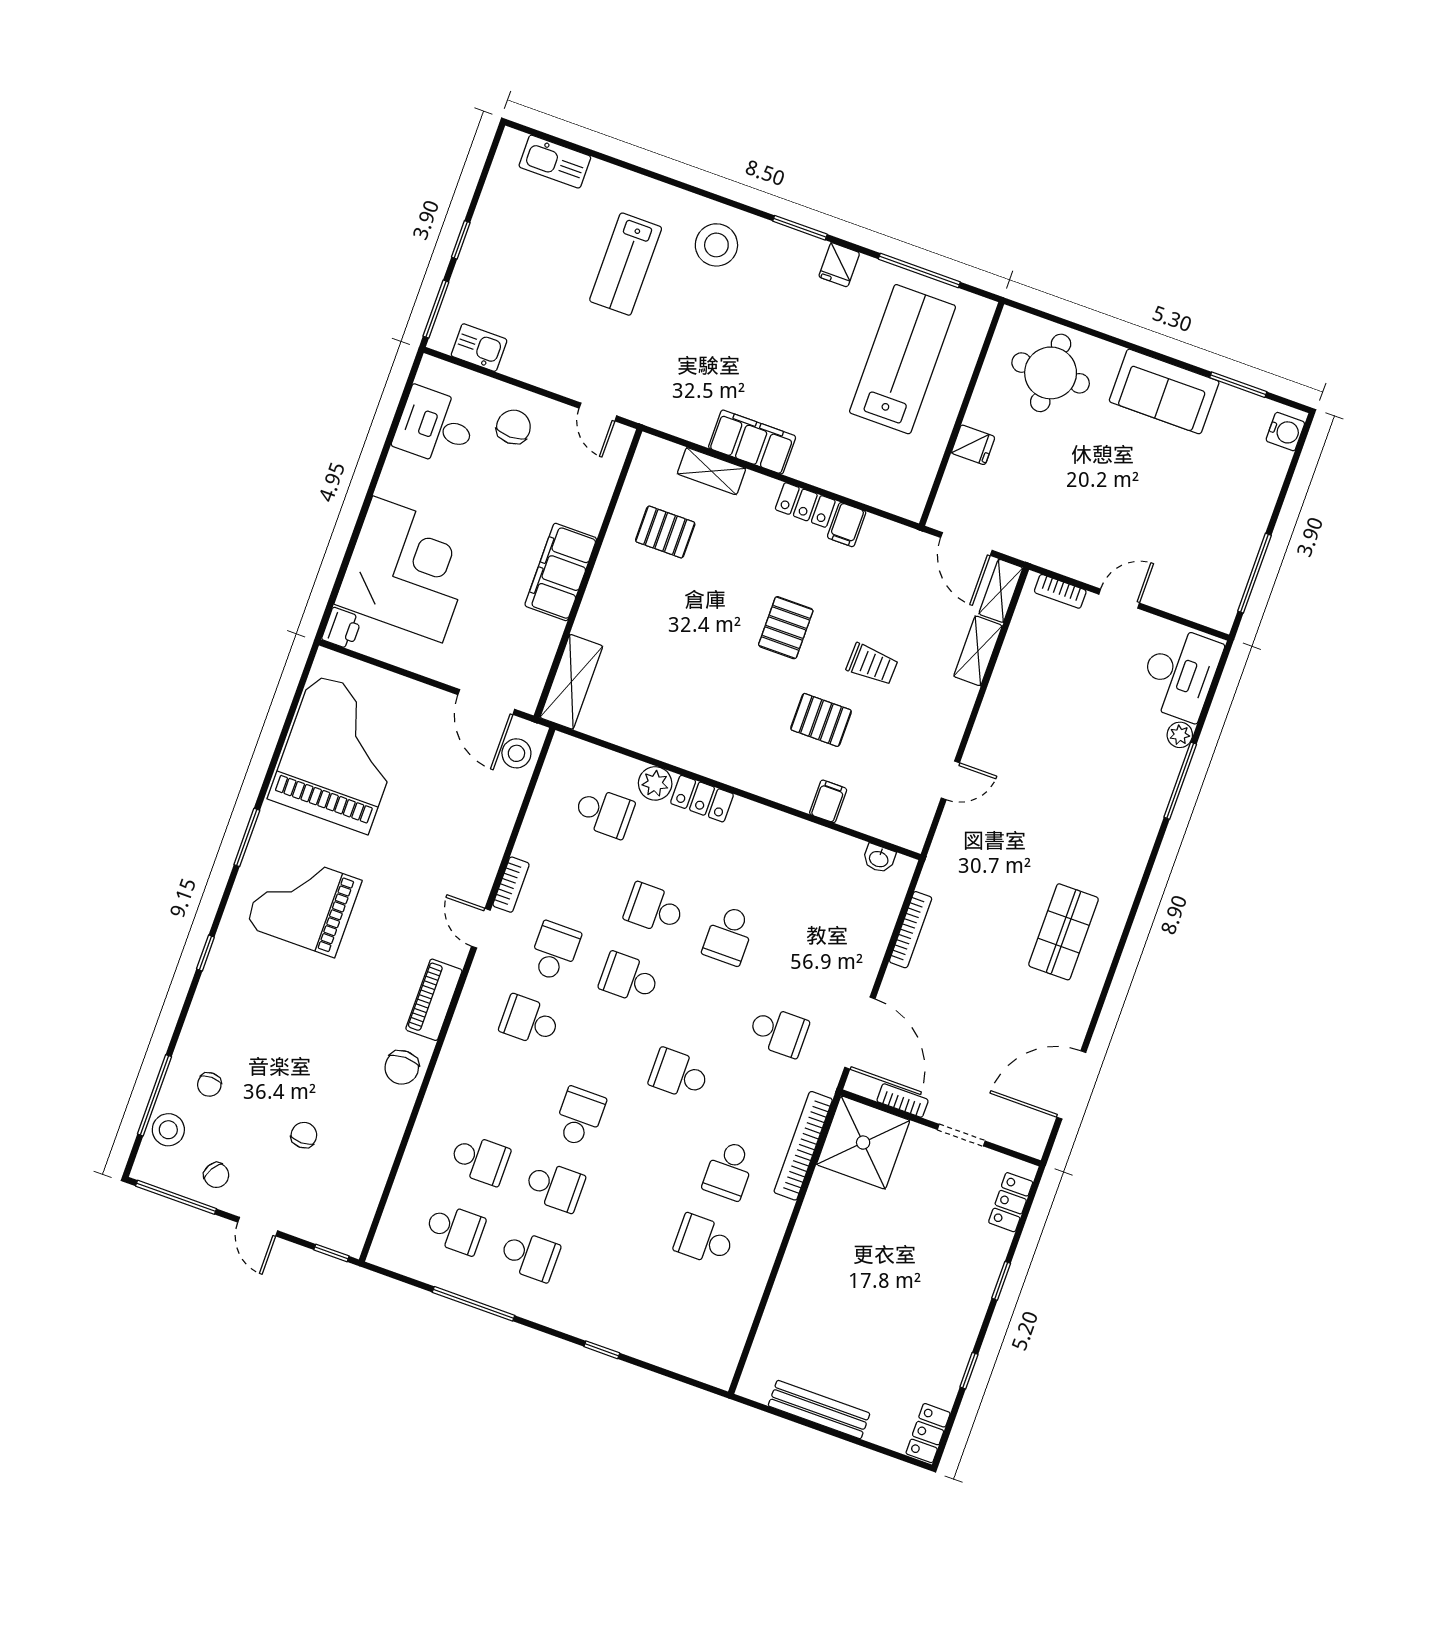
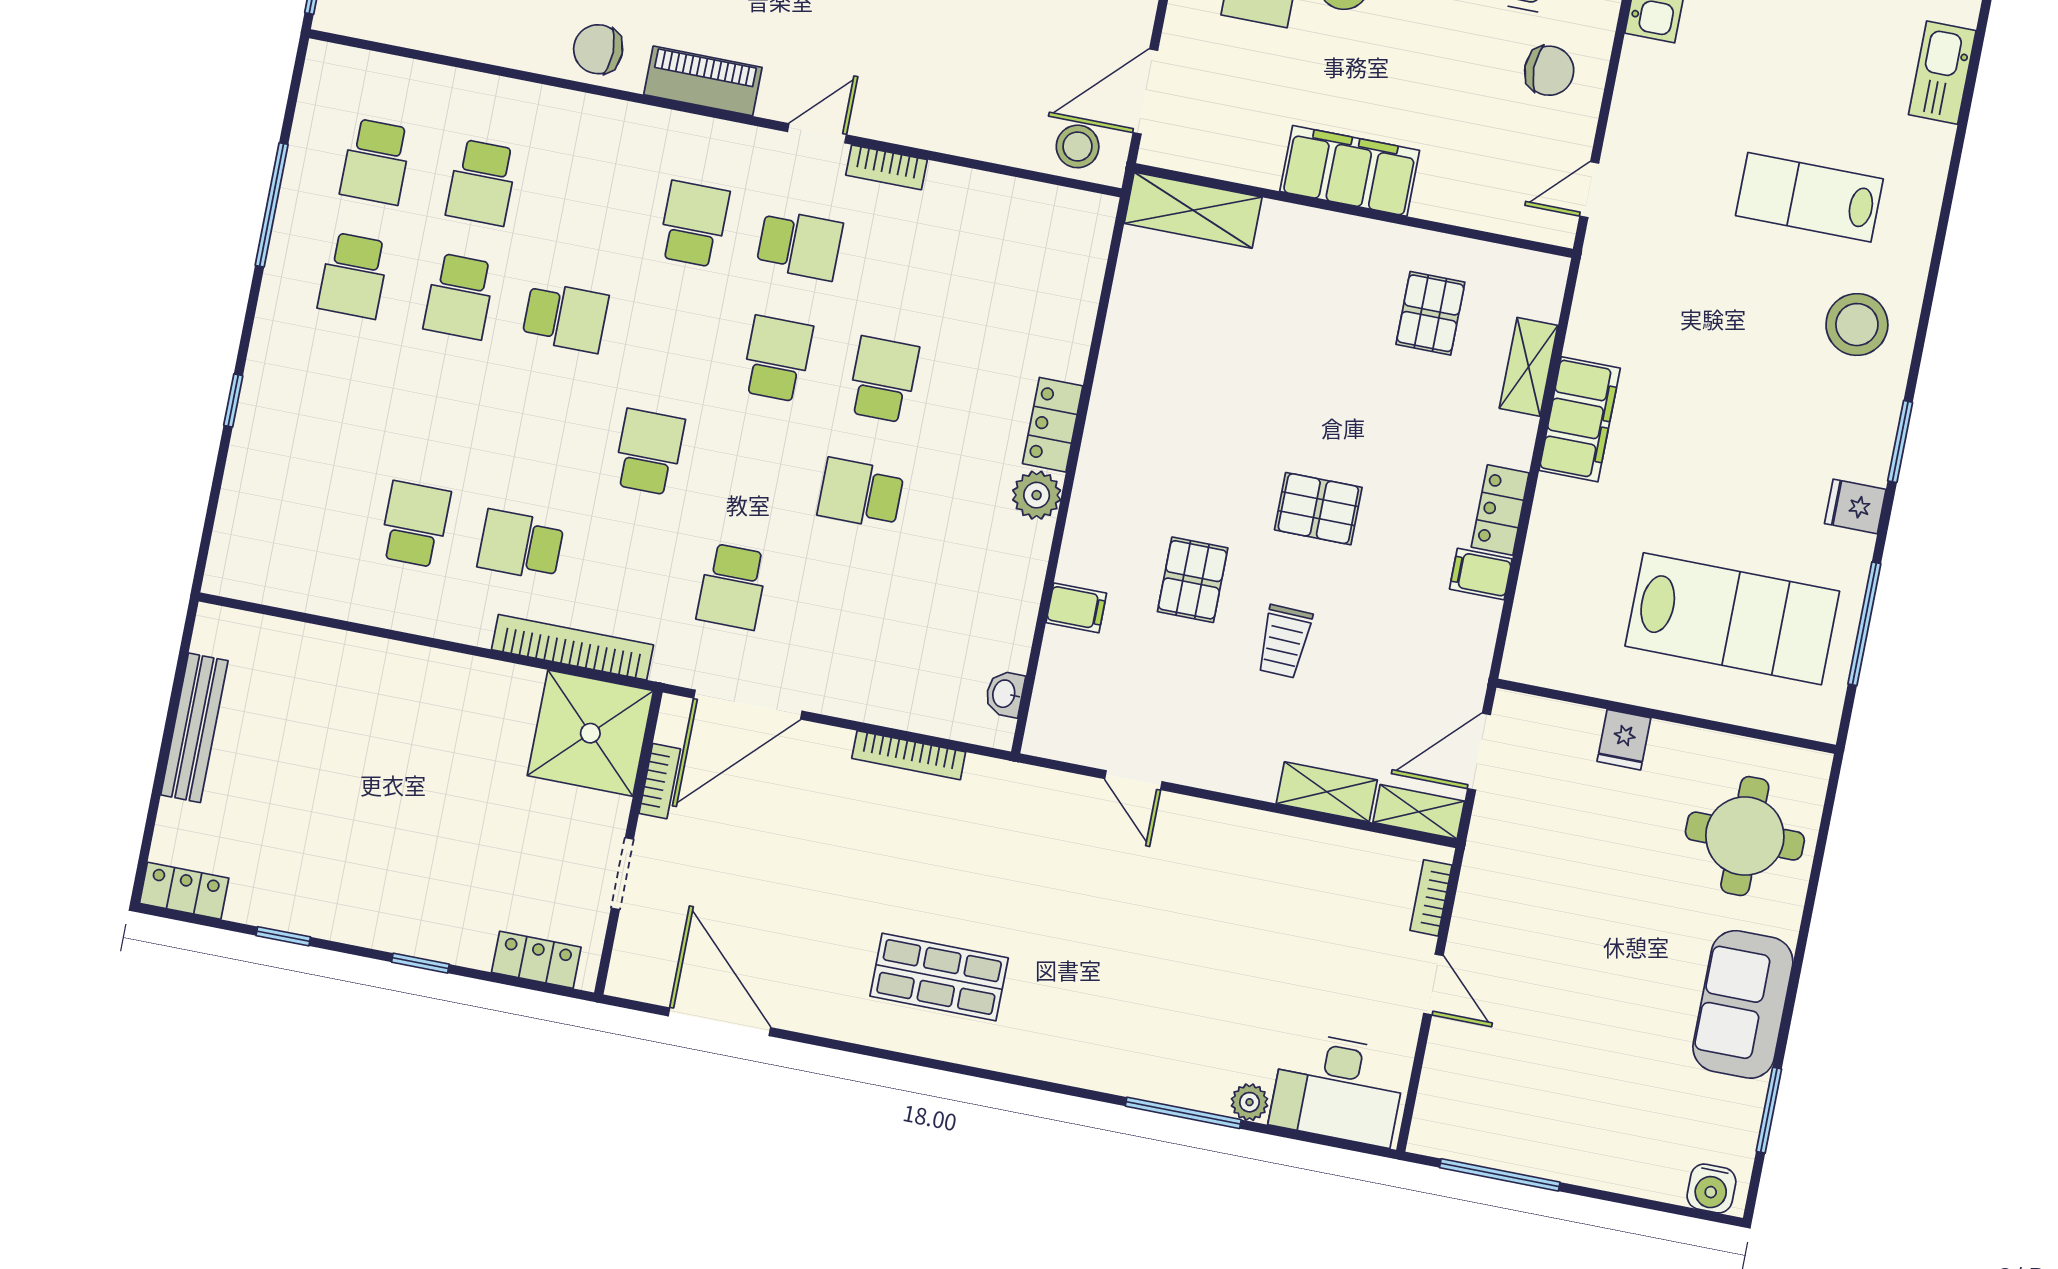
plant: (655, 783) -> (1037, 495), moved
school desk: (604, 812) -> (1011, 286), removed

